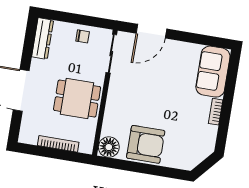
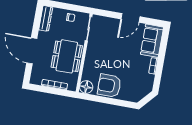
door: (151, 31) -> (130, 18), moved
dining table: (77, 99) -> (67, 56), width x1.38
armchair: (146, 144) -> (109, 86), turned 180

